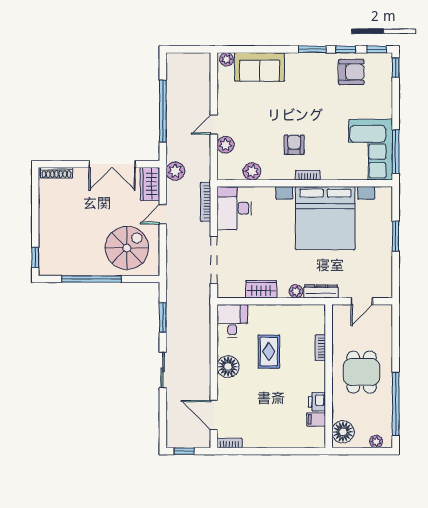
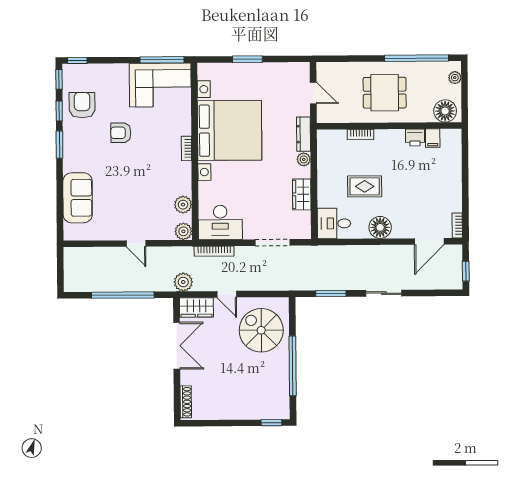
plant: (227, 59) -> (70, 231), removed
plant: (225, 145) -> (183, 231), moved
armchair: (294, 145) -> (121, 133), moved
doorway: (214, 260) -> (273, 242), width x0.73

